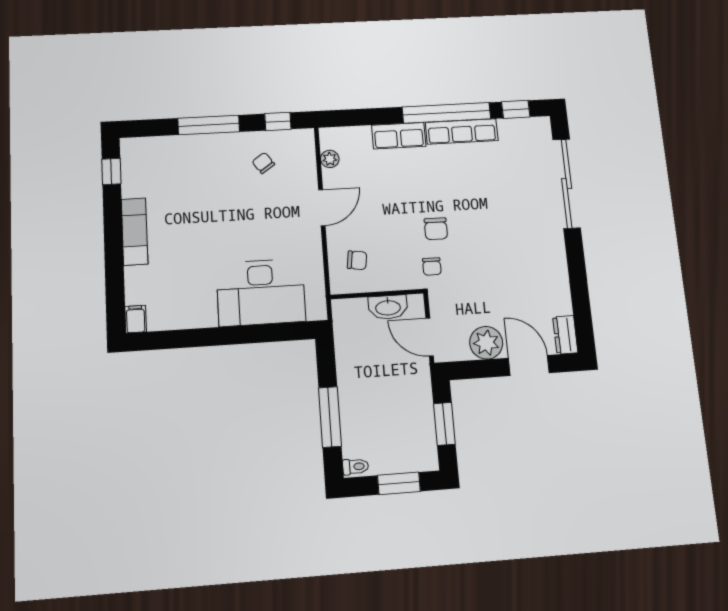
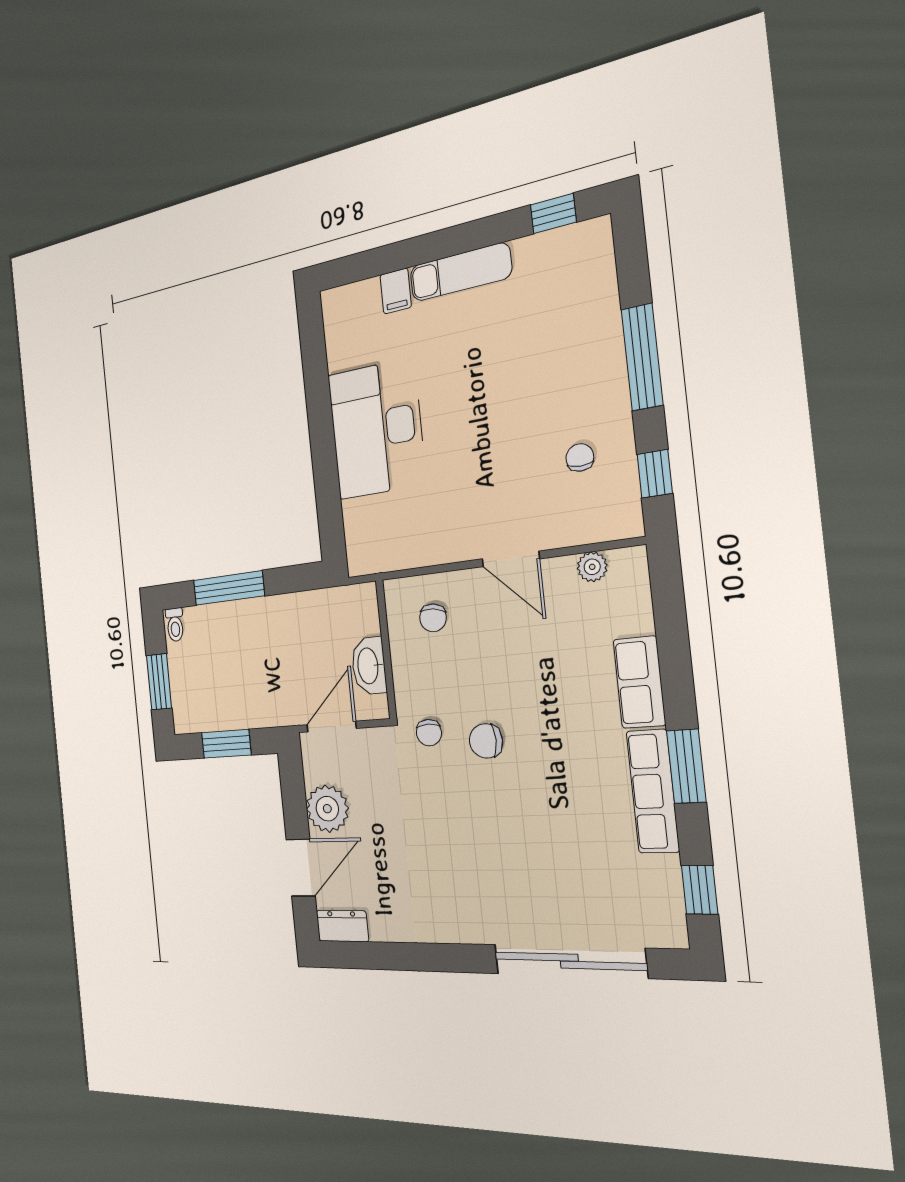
window: (446, 113) -> (686, 766), width x0.47
chair: (263, 163) -> (580, 457), turned -55
chair: (432, 266) -> (429, 733), turned -90
desk: (261, 292) -> (377, 429), moved
filing cabinet: (136, 319) -> (396, 291), moved, turned 90

